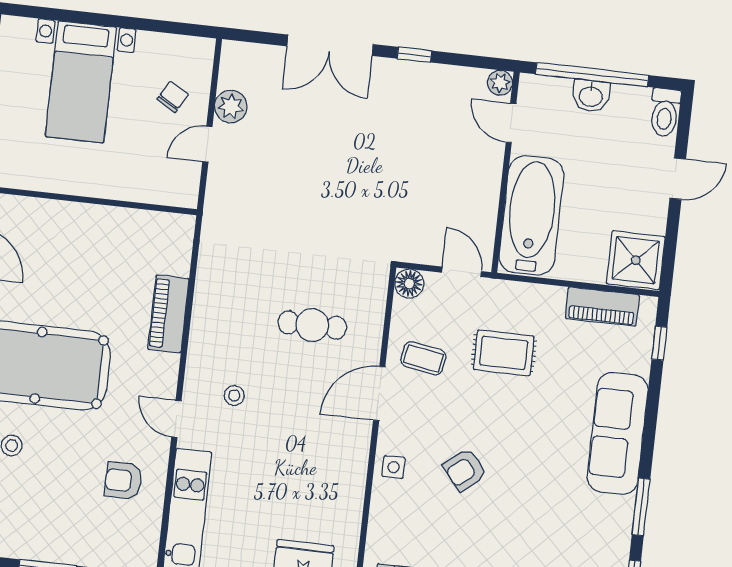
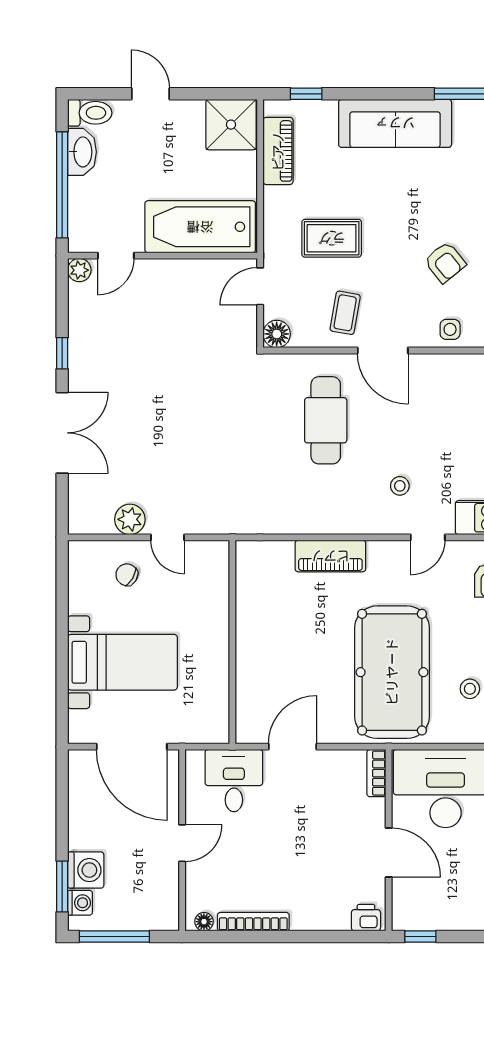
washbasin: (591, 96) -> (82, 152), moved, width x1.38
cafe table: (312, 325) -> (326, 420), width x1.37, depth x1.35
rug: (504, 353) -> (332, 238), turned 90

